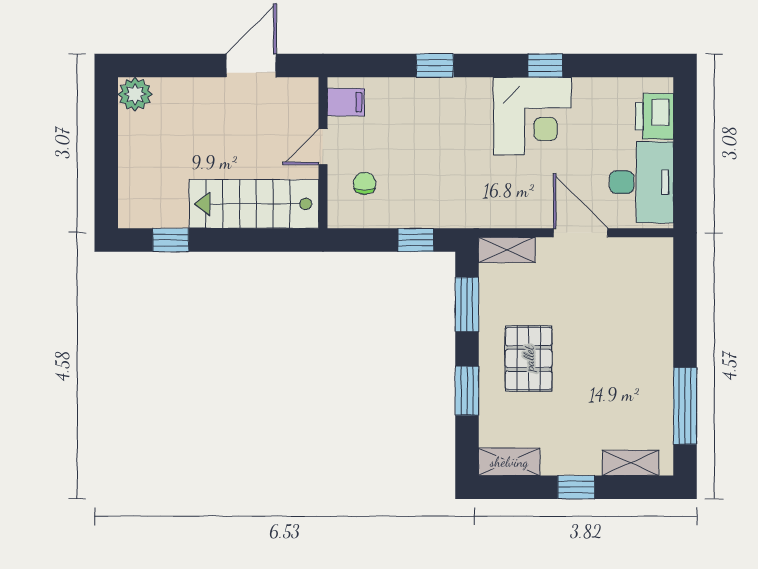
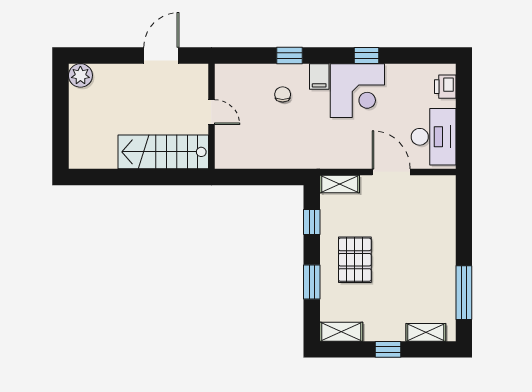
filing cabinet: (346, 102) -> (319, 76), moved, turned 90
printer: (654, 116) -> (445, 87), width x0.73, depth x0.81
door: (323, 147) -> (211, 112), swing flipped
chair: (365, 183) -> (283, 94), moved
window: (171, 240) -> (105, 177), removed
window: (416, 240) -> (276, 177), removed
window: (467, 305) -> (312, 222), width x0.67

